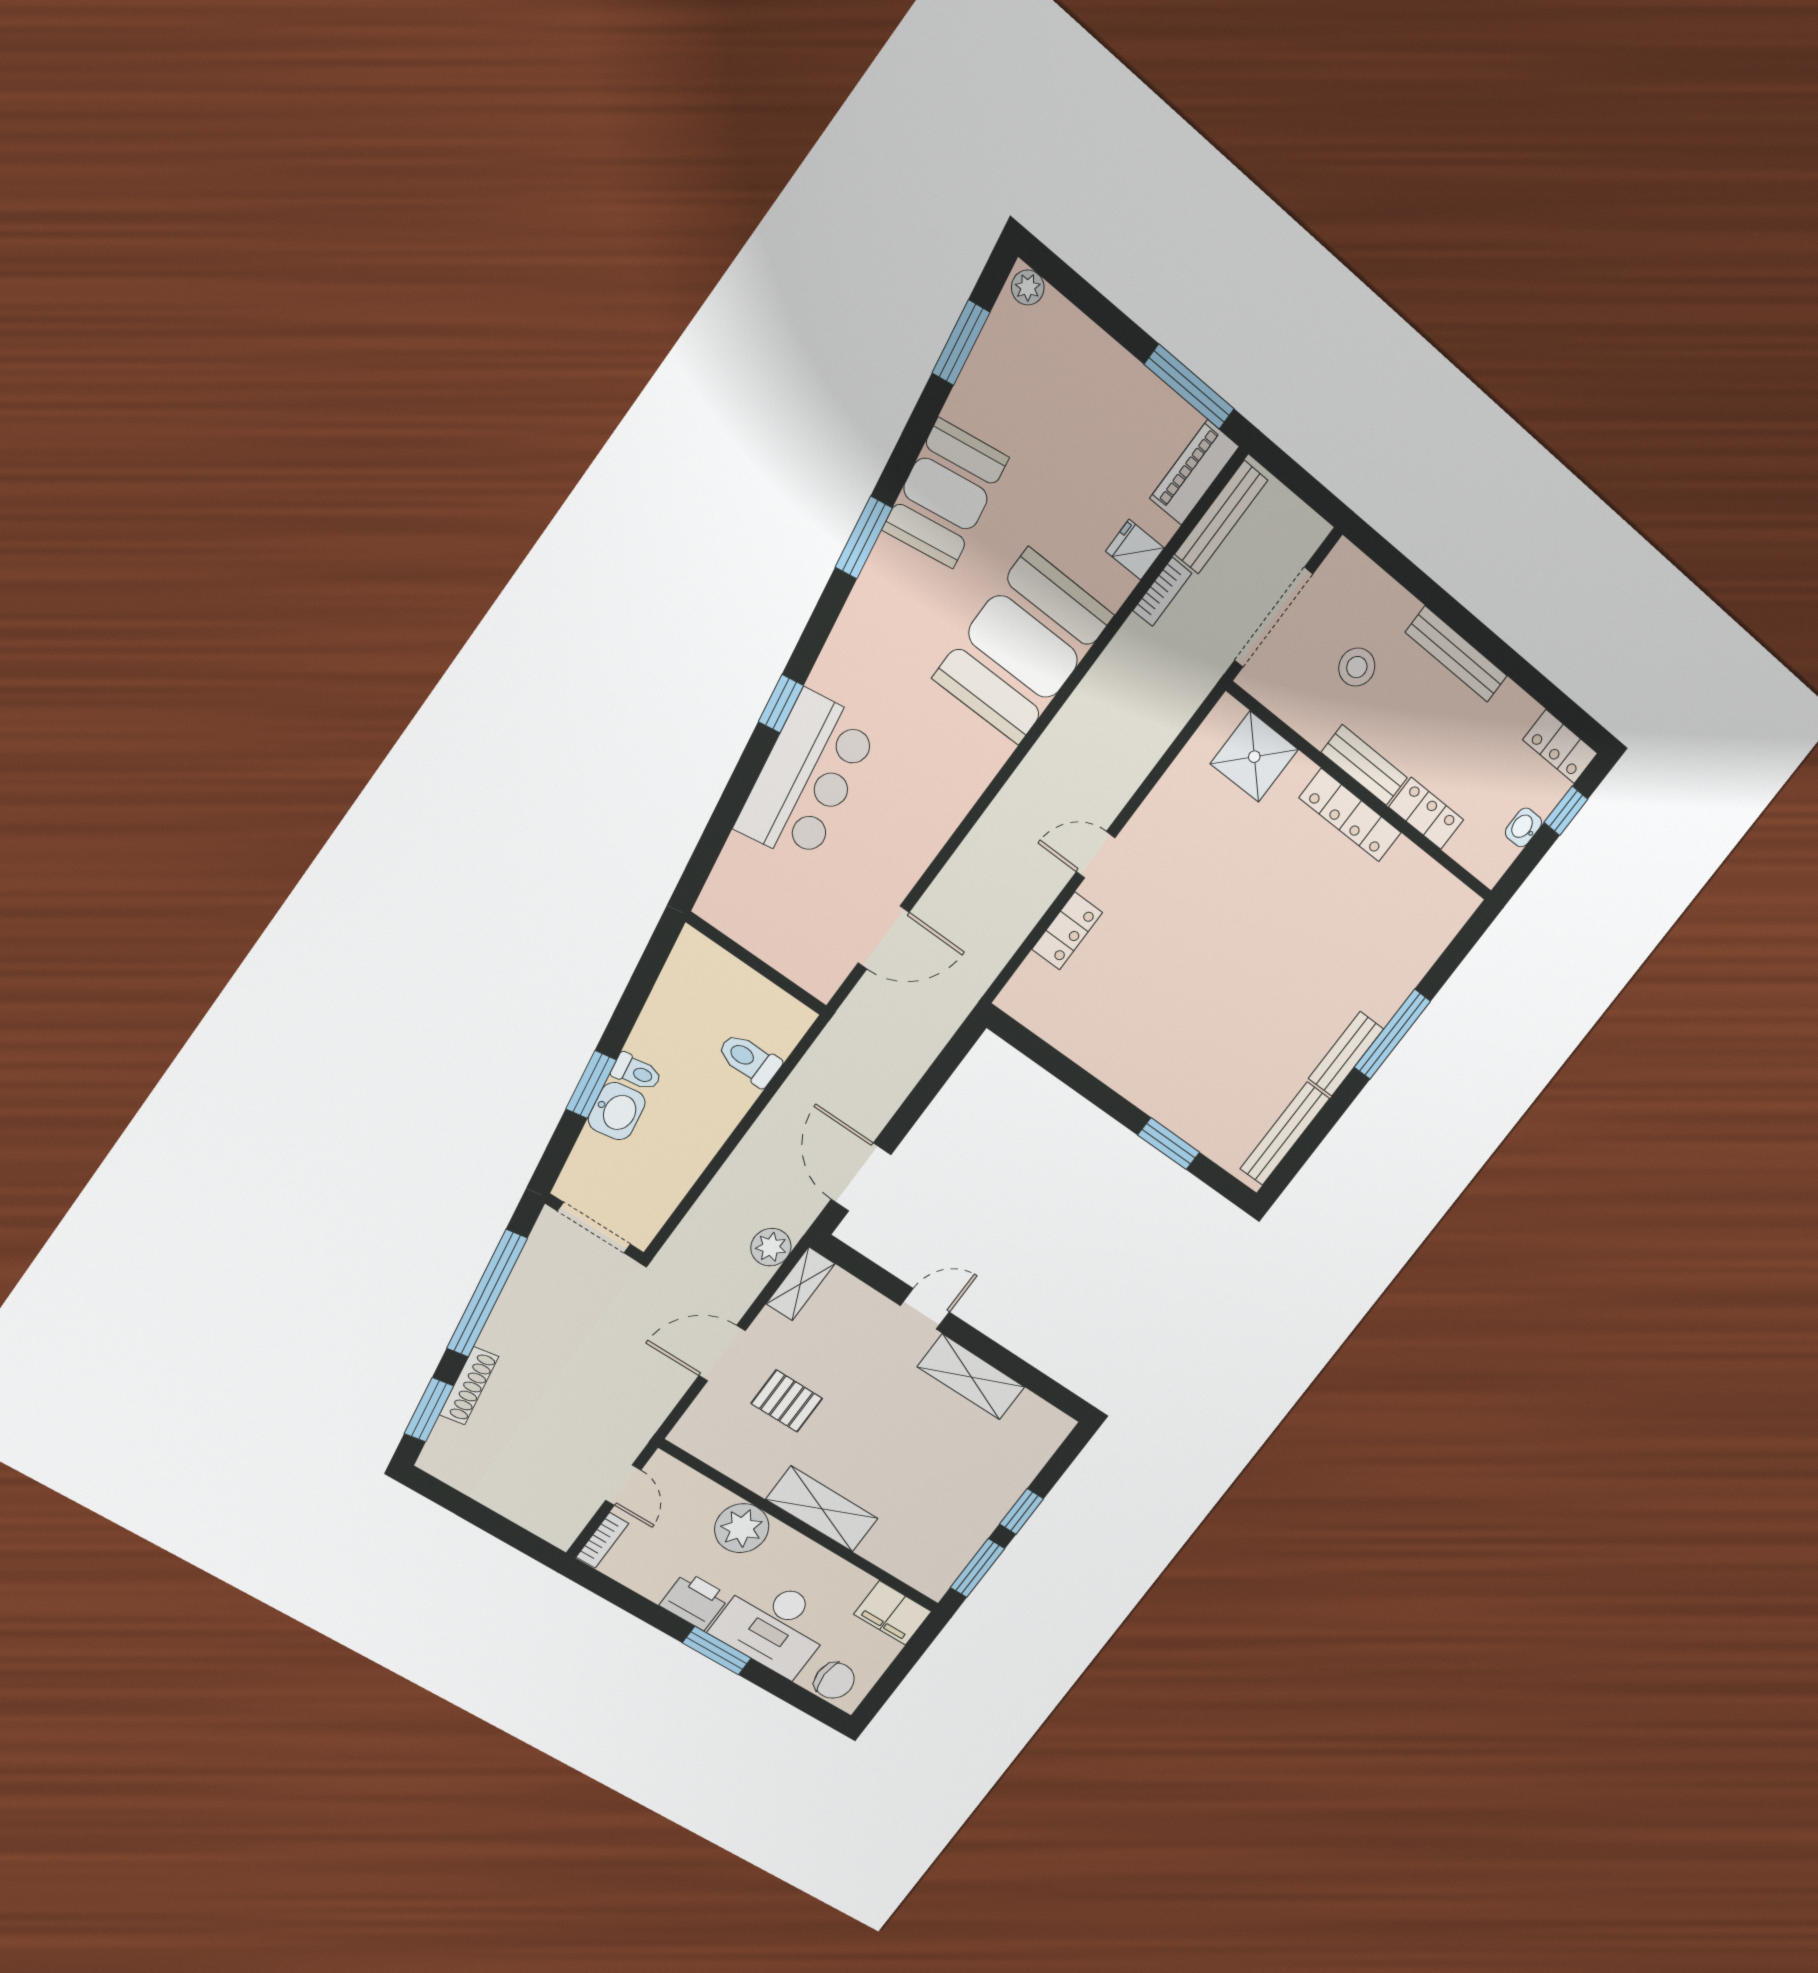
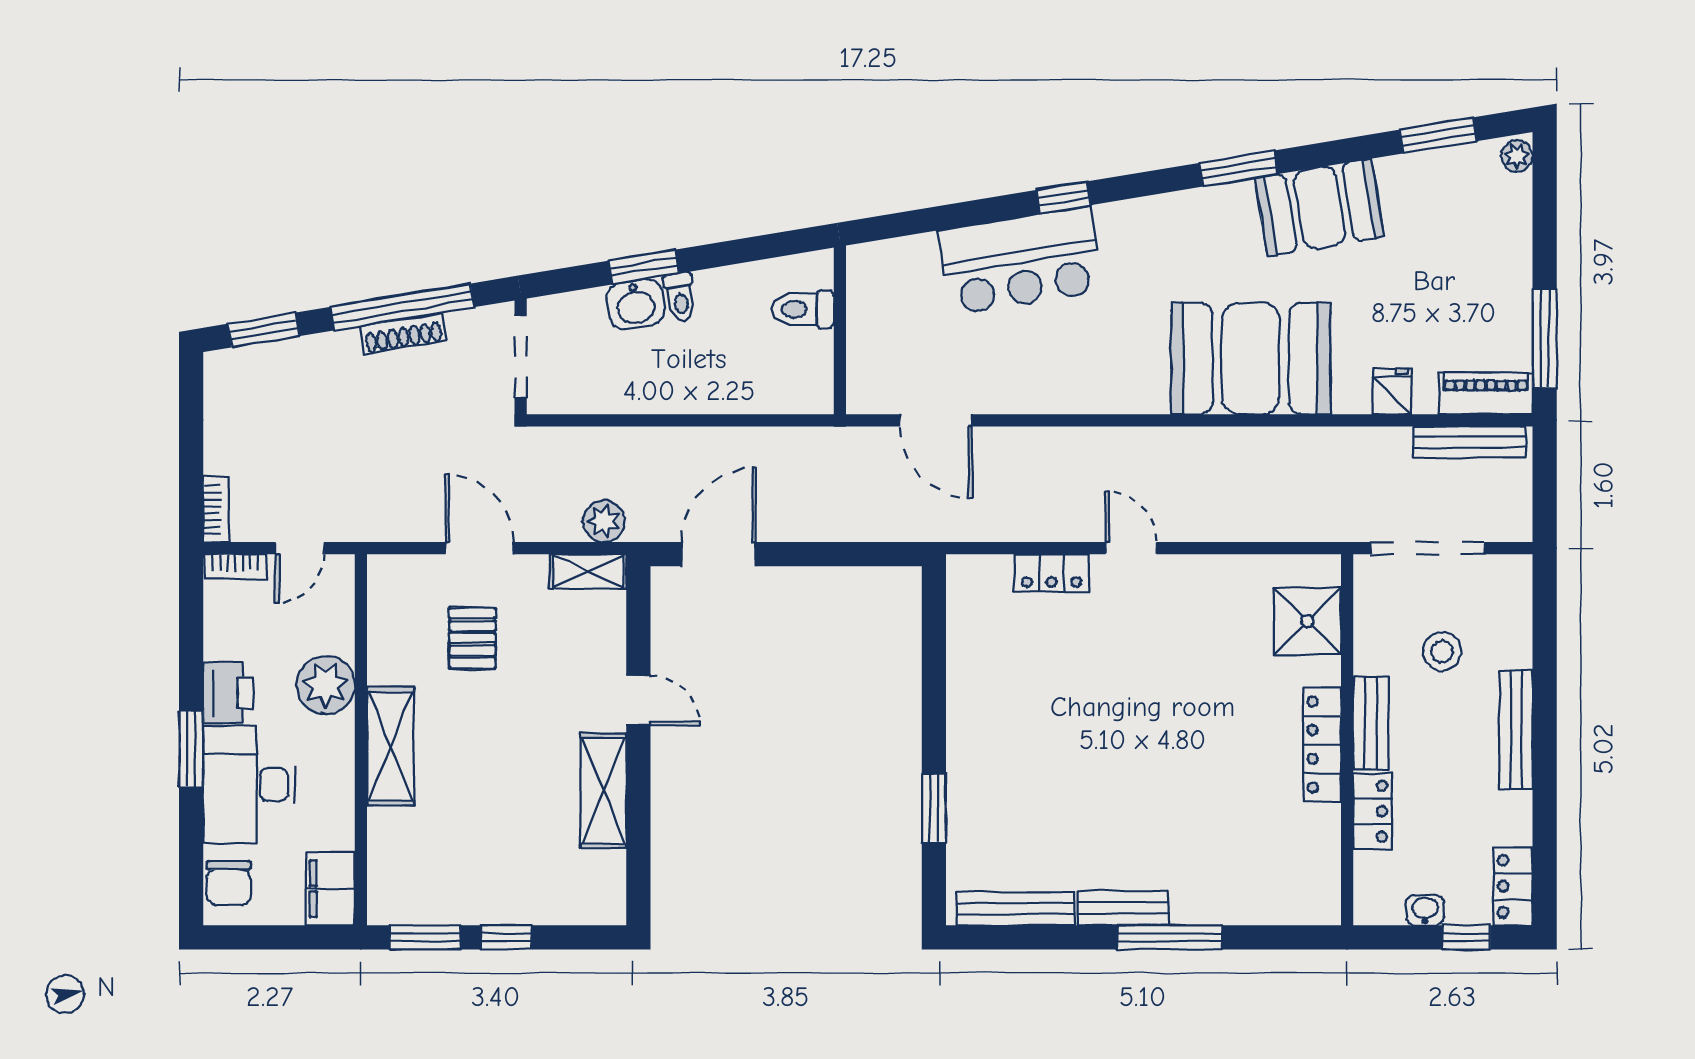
bookcase: (1162, 592) -> (216, 510), moved, turned -90
toilet: (749, 1060) -> (803, 309), moved, turned -90
shoe rack: (469, 1386) -> (403, 333), moved

